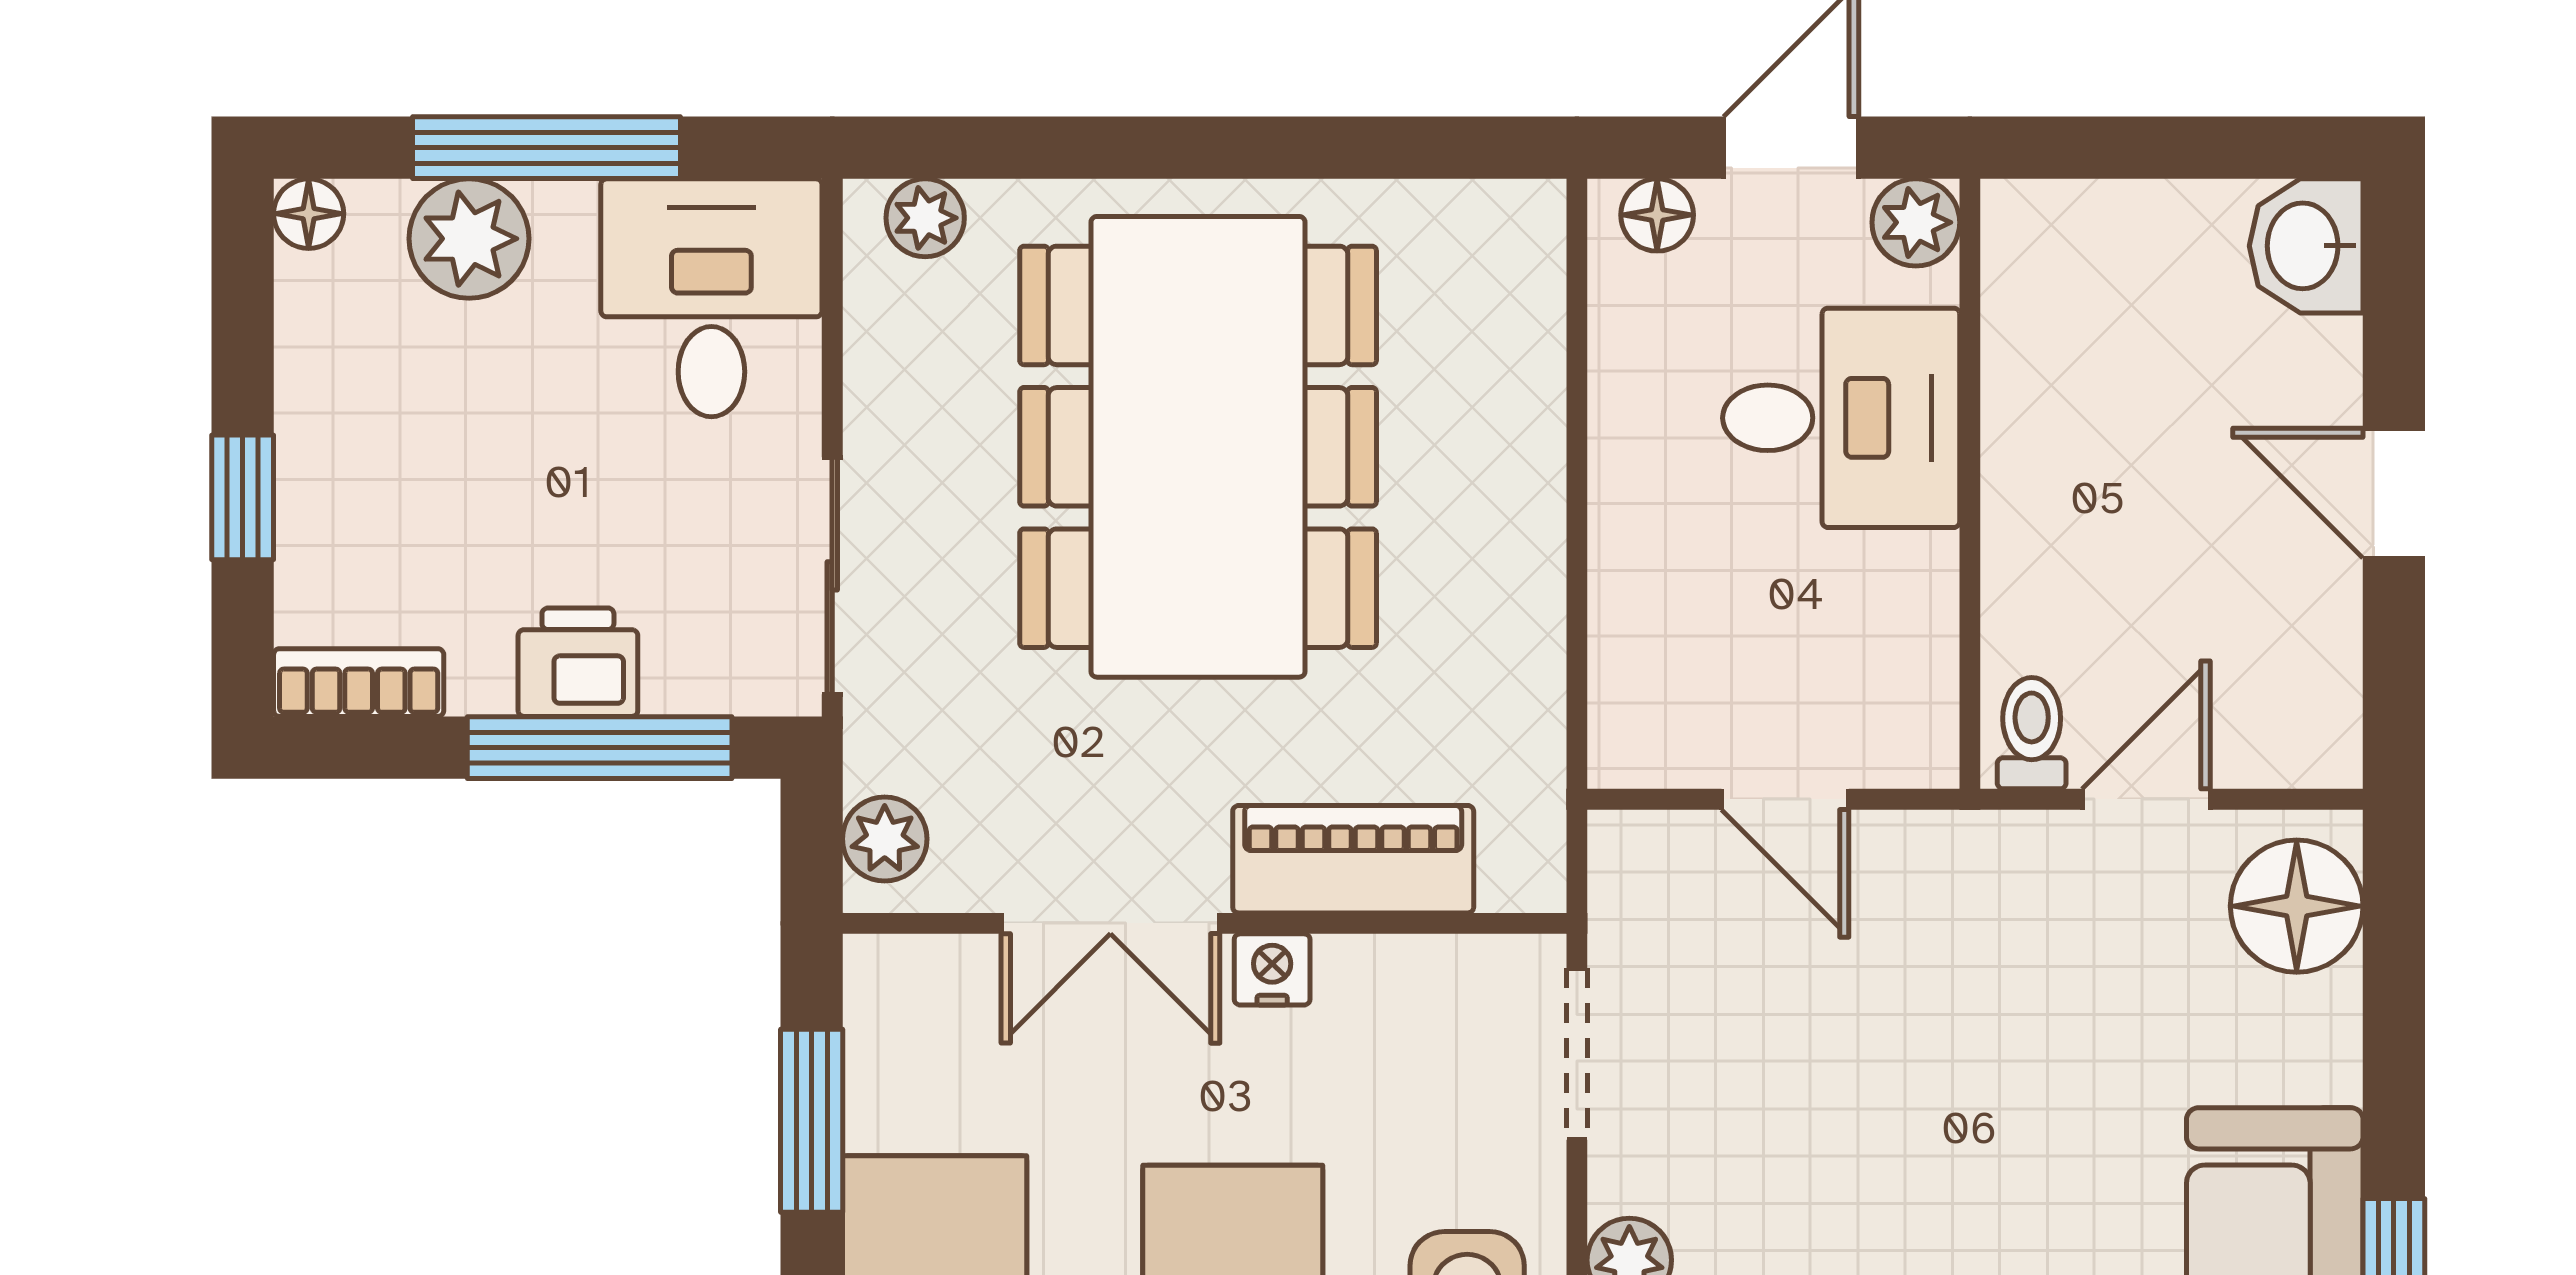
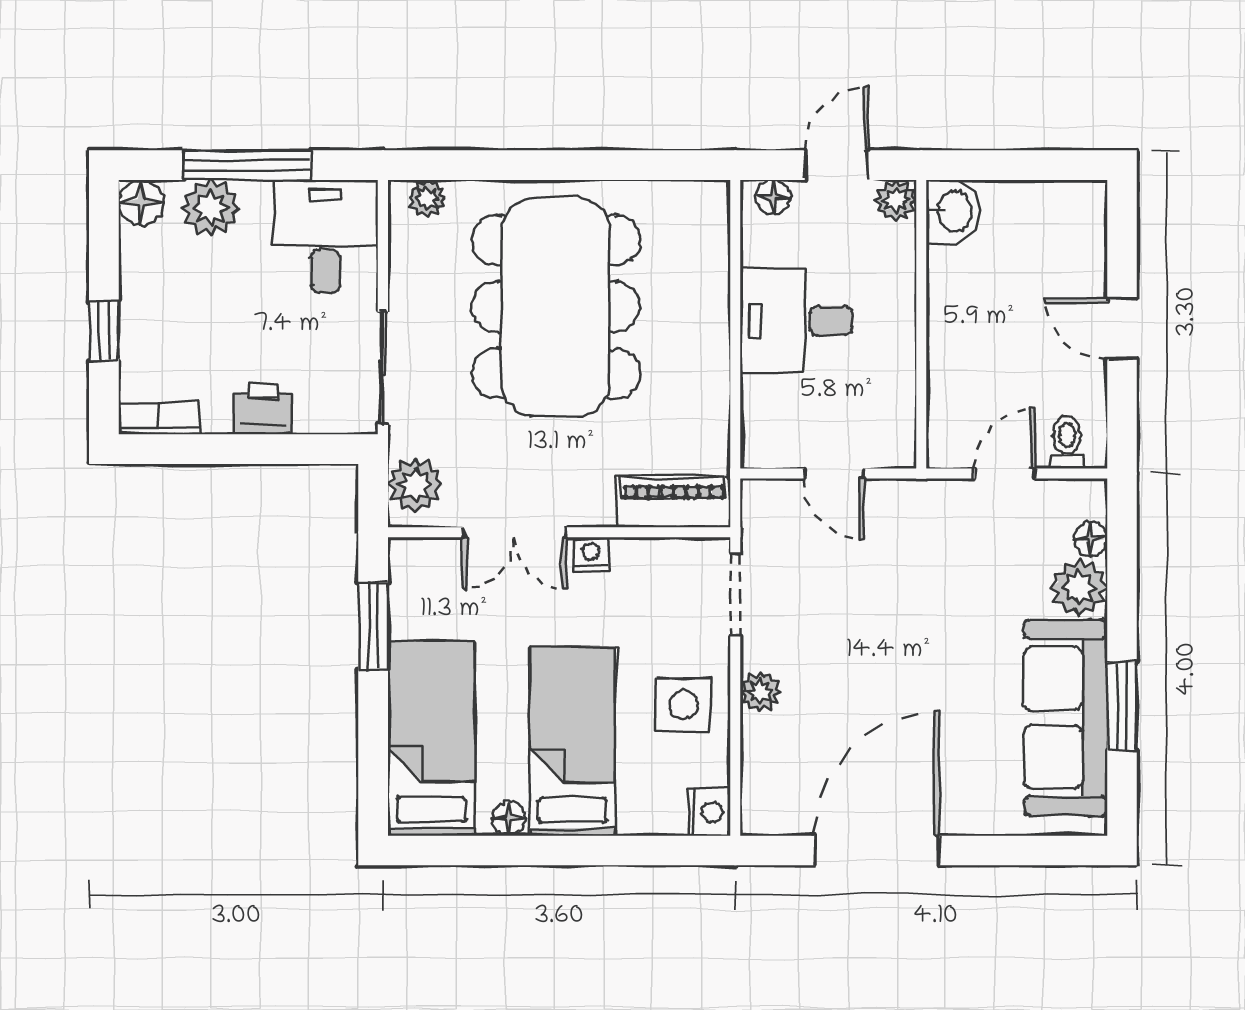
floor lamp: (309, 214) -> (141, 203), width x1.37, depth x1.37
washbasin: (2306, 246) -> (953, 212), moved, turned 180
desk: (1841, 418) -> (796, 320), moved, turned 180
toilet: (2032, 733) -> (1067, 442), moved
window: (600, 748) -> (273, 449), removed
plant: (885, 839) -> (415, 485), width x1.38, depth x1.38
piano: (1353, 859) -> (673, 502), moved
floor lamp: (2297, 906) -> (1091, 539), width x0.53, depth x0.53
plant: (2304, 1040) -> (1079, 587), added

